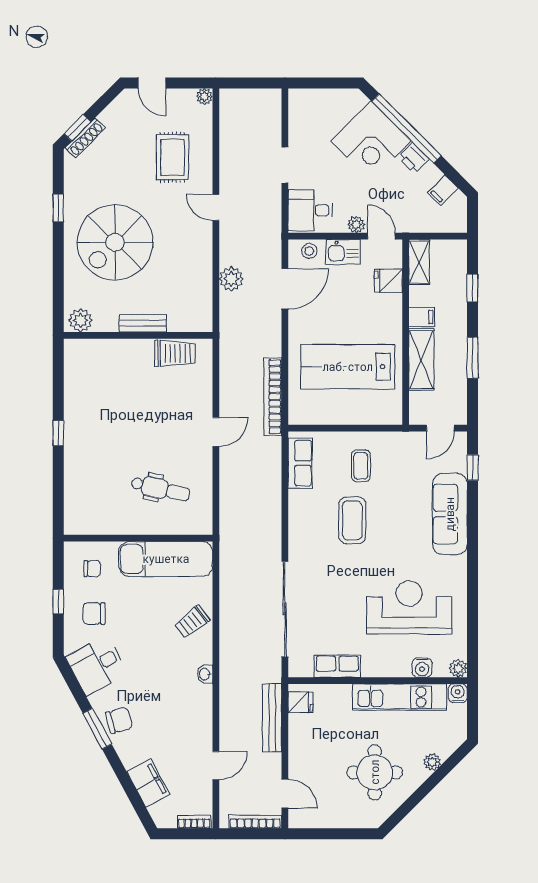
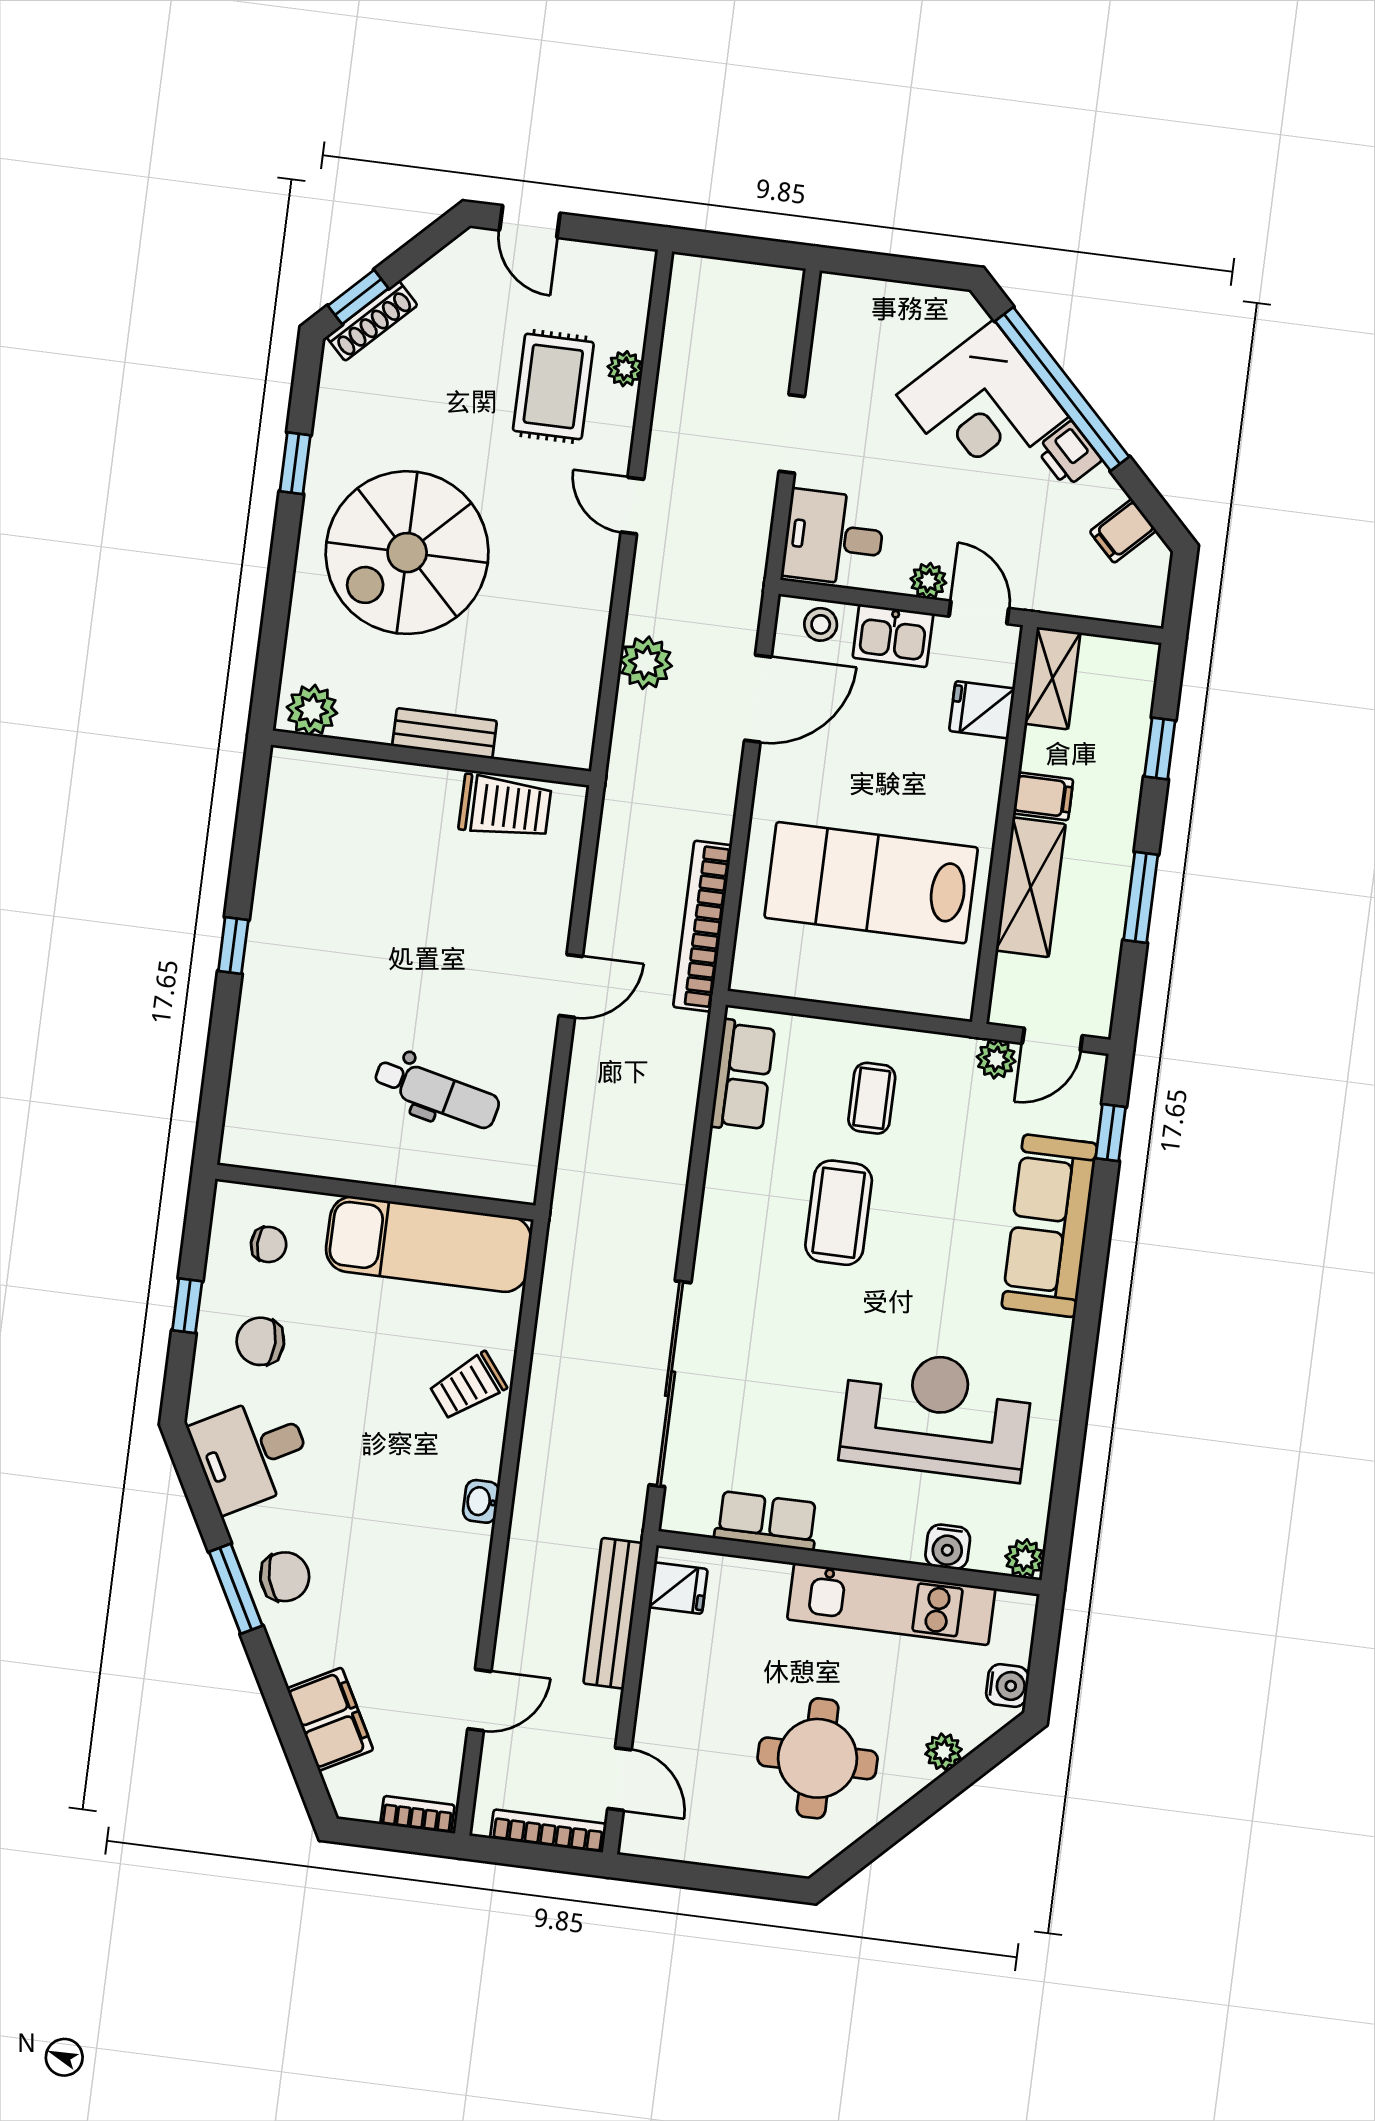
plant: (204, 97) -> (625, 369), moved
plant: (416, 440) -> (996, 1059), added
water cooler: (458, 693) -> (1008, 1686), moved, turned 90

